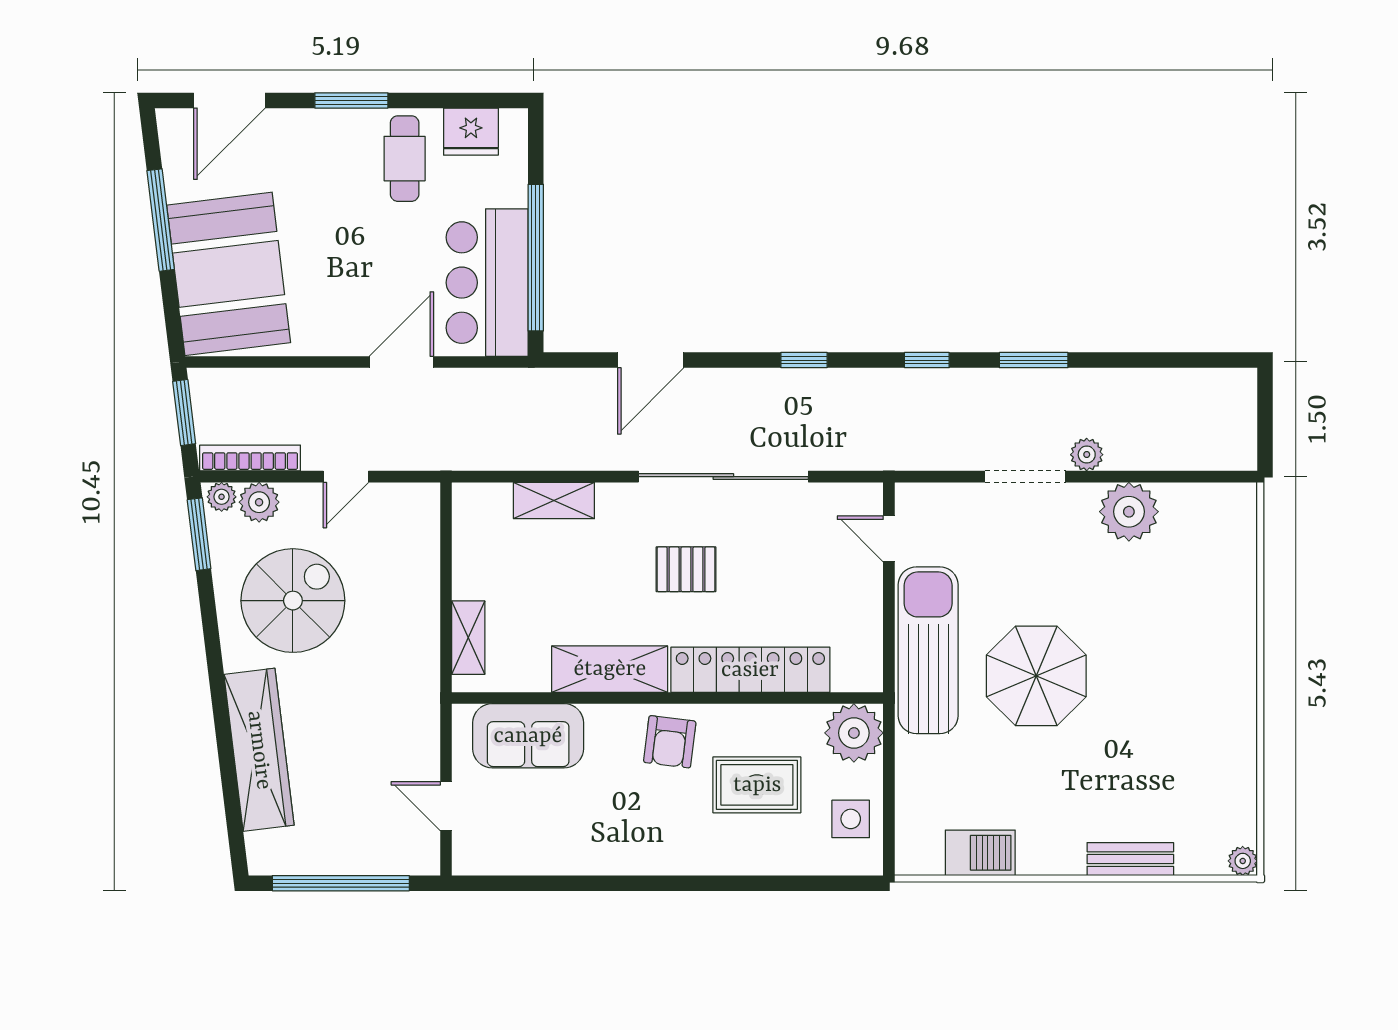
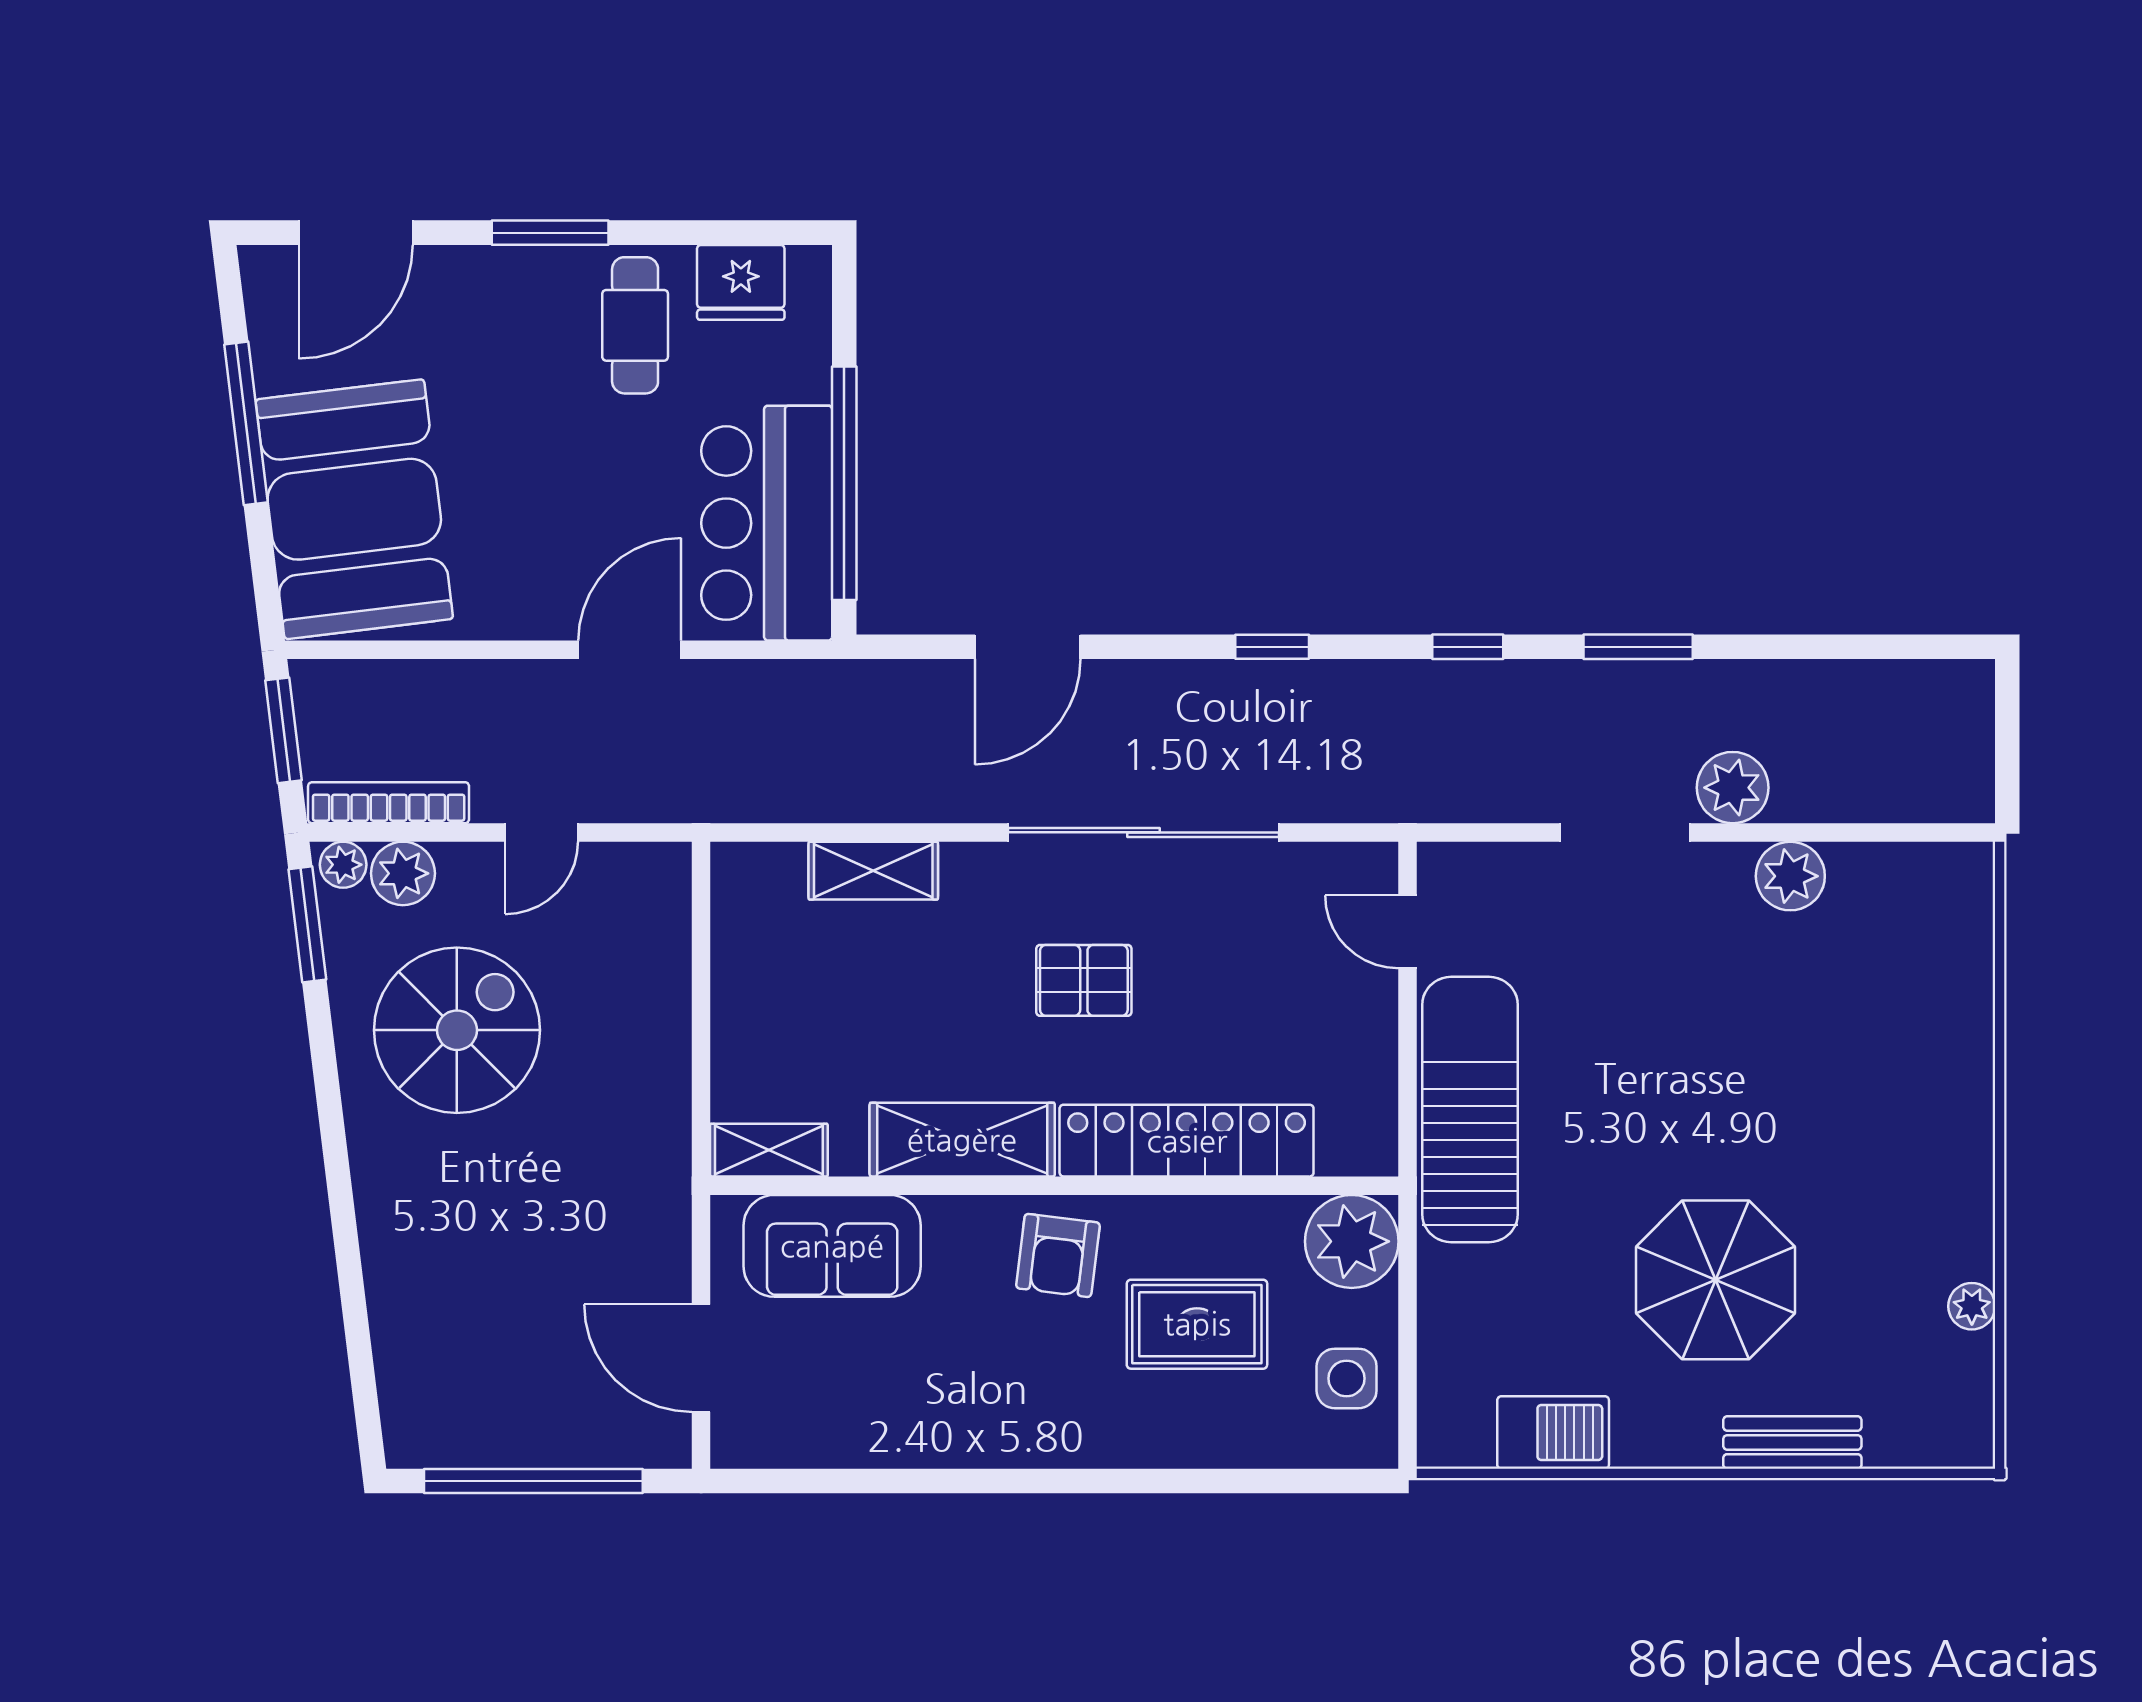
plant: (1087, 455) -> (1733, 788), width x1.38, depth x1.38
plant: (1129, 512) -> (1790, 876), width x0.73, depth x0.73
shelving: (468, 638) -> (769, 1150), moved, turned 90
parasol: (1036, 676) -> (1716, 1280), moved
wardrobe: (259, 750) -> (403, 1268), removed
door: (446, 806) -> (701, 1358), width x1.38
plant: (1243, 861) -> (1972, 1306), moved

